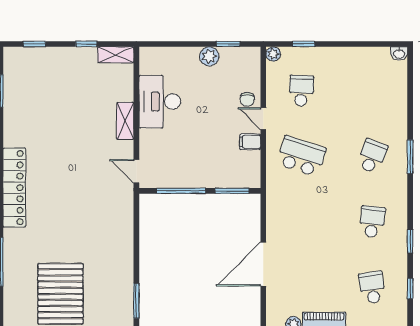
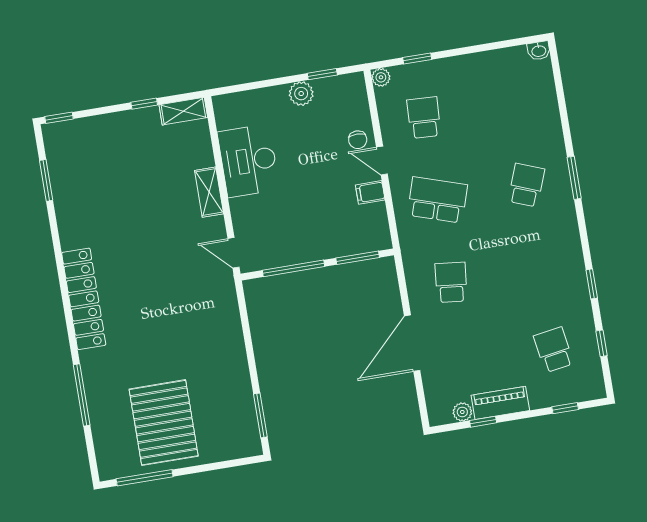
window: (34, 44) -> (59, 118), moved
school desk: (372, 222) -> (451, 282), moved

